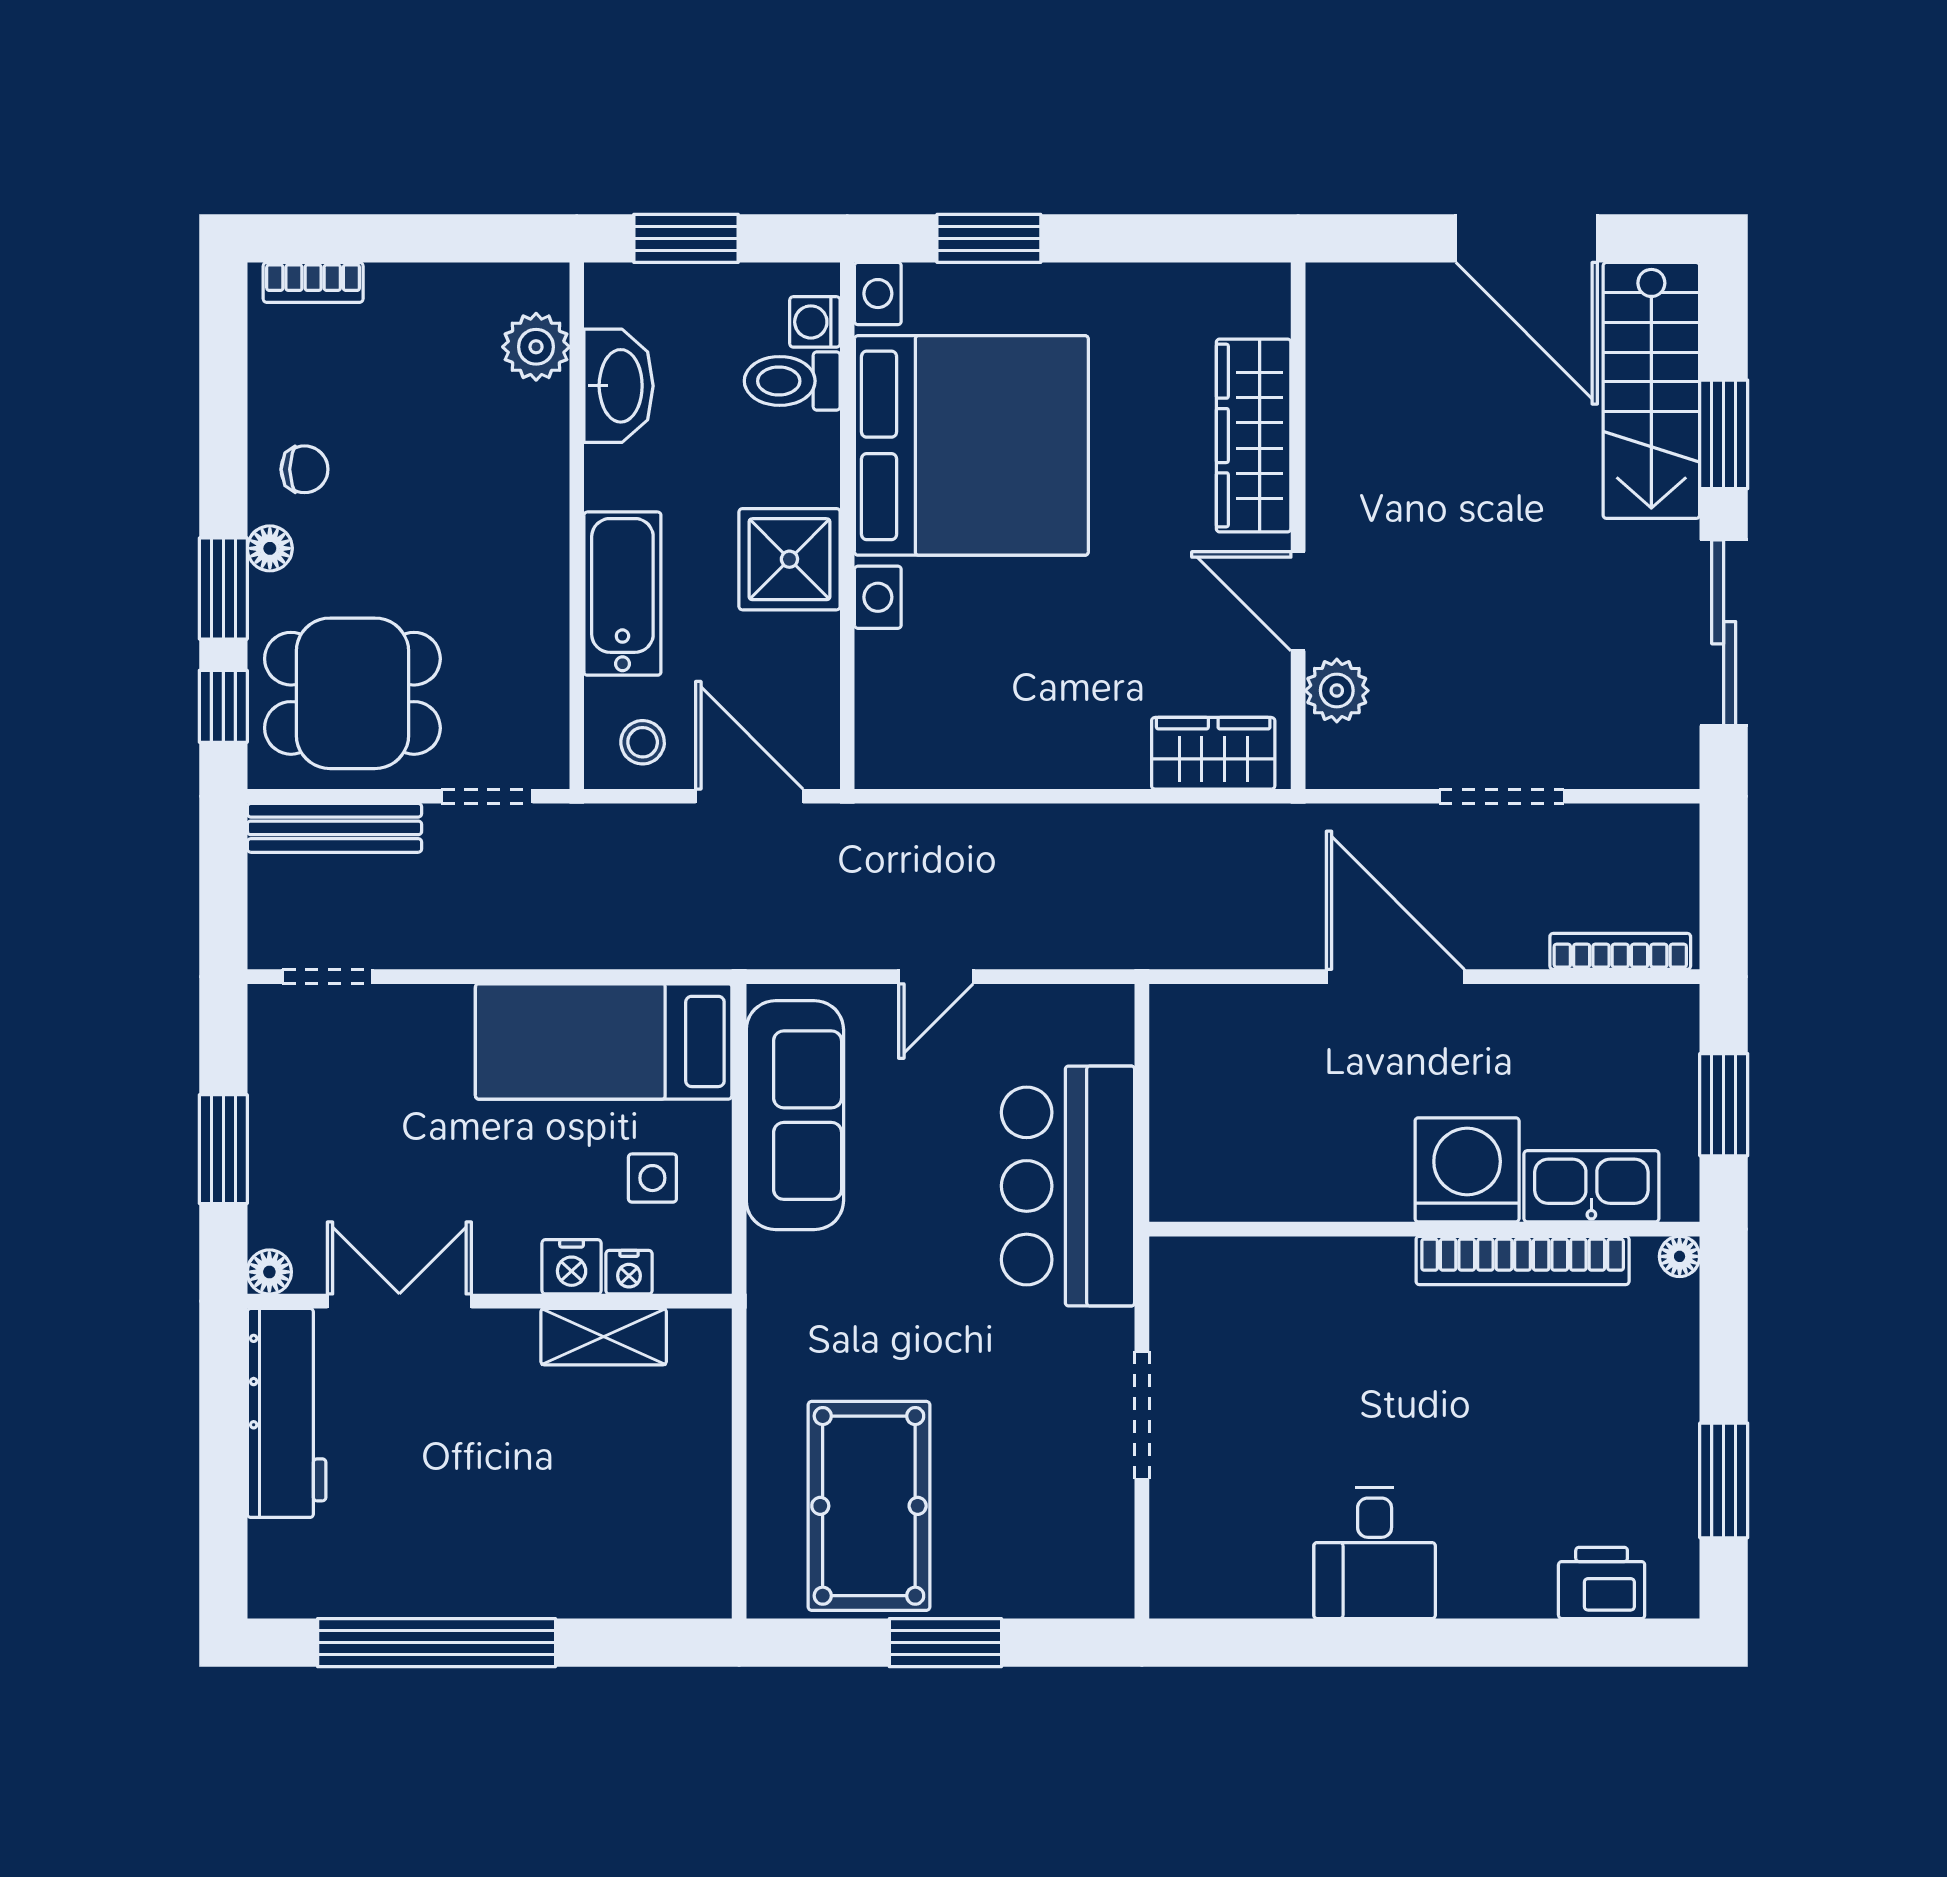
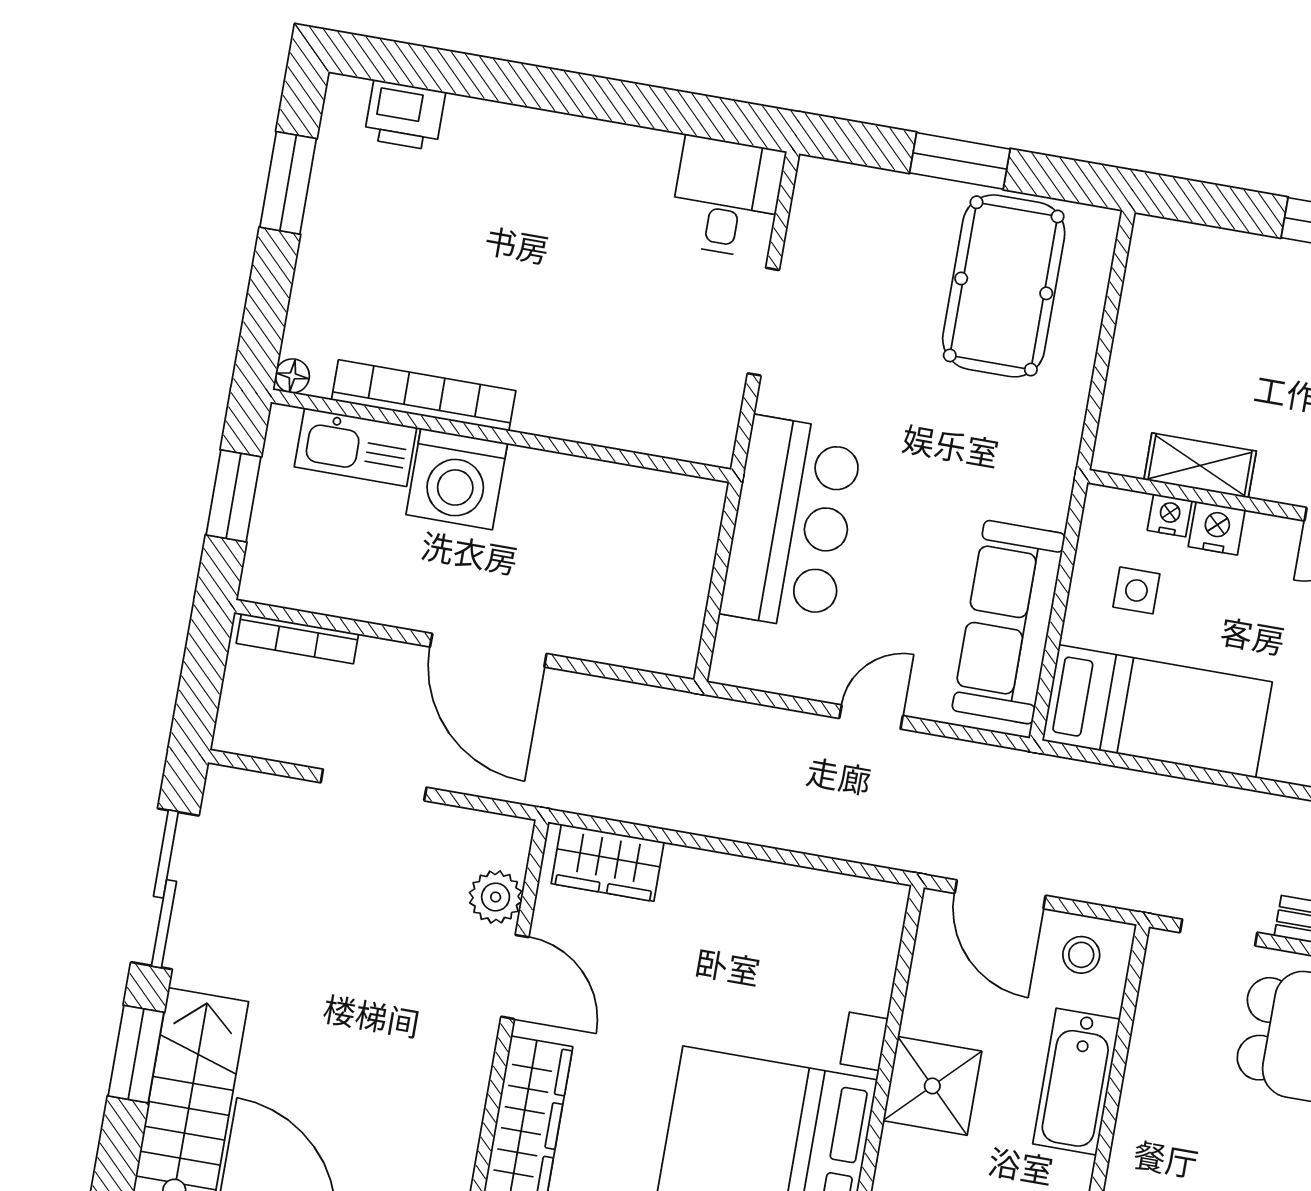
desk: (1375, 1553) -> (727, 197), moved

